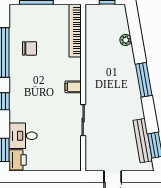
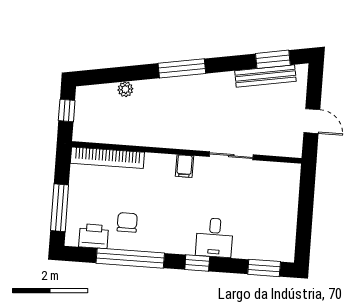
desk: (23, 136) -> (214, 238), moved
printer: (18, 160) -> (94, 236), moved

